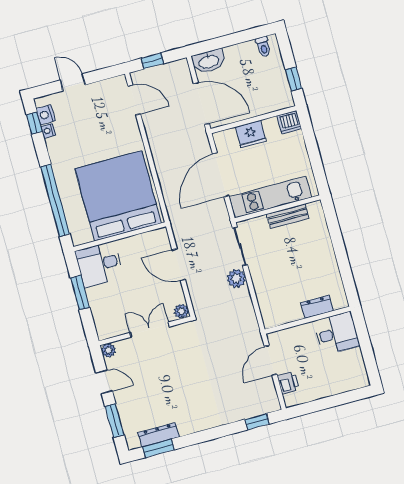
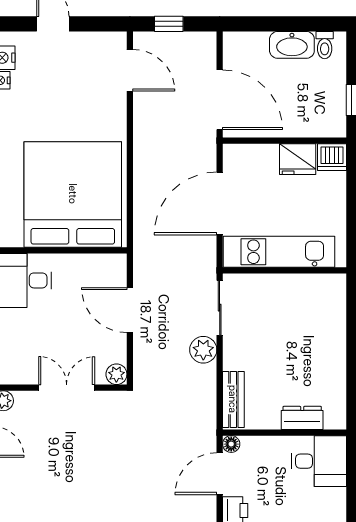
washbasin: (209, 61) -> (292, 45), moved
fridge: (251, 134) -> (298, 159), moved
bench: (288, 216) -> (233, 399), moved, turned 90
floor lamp: (273, 338) -> (231, 444), added

